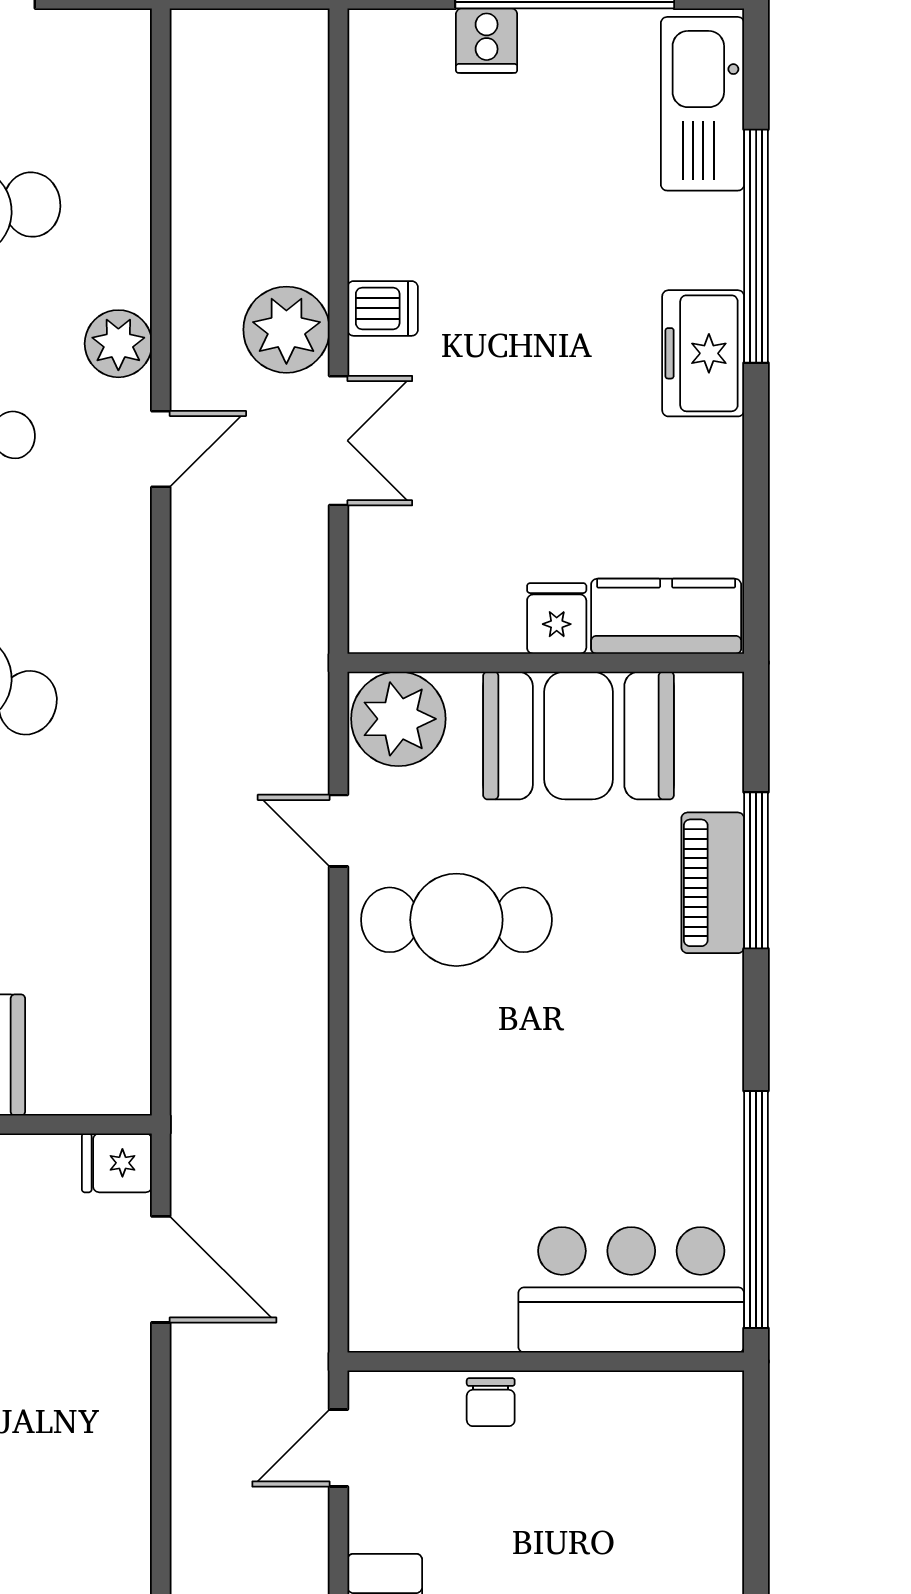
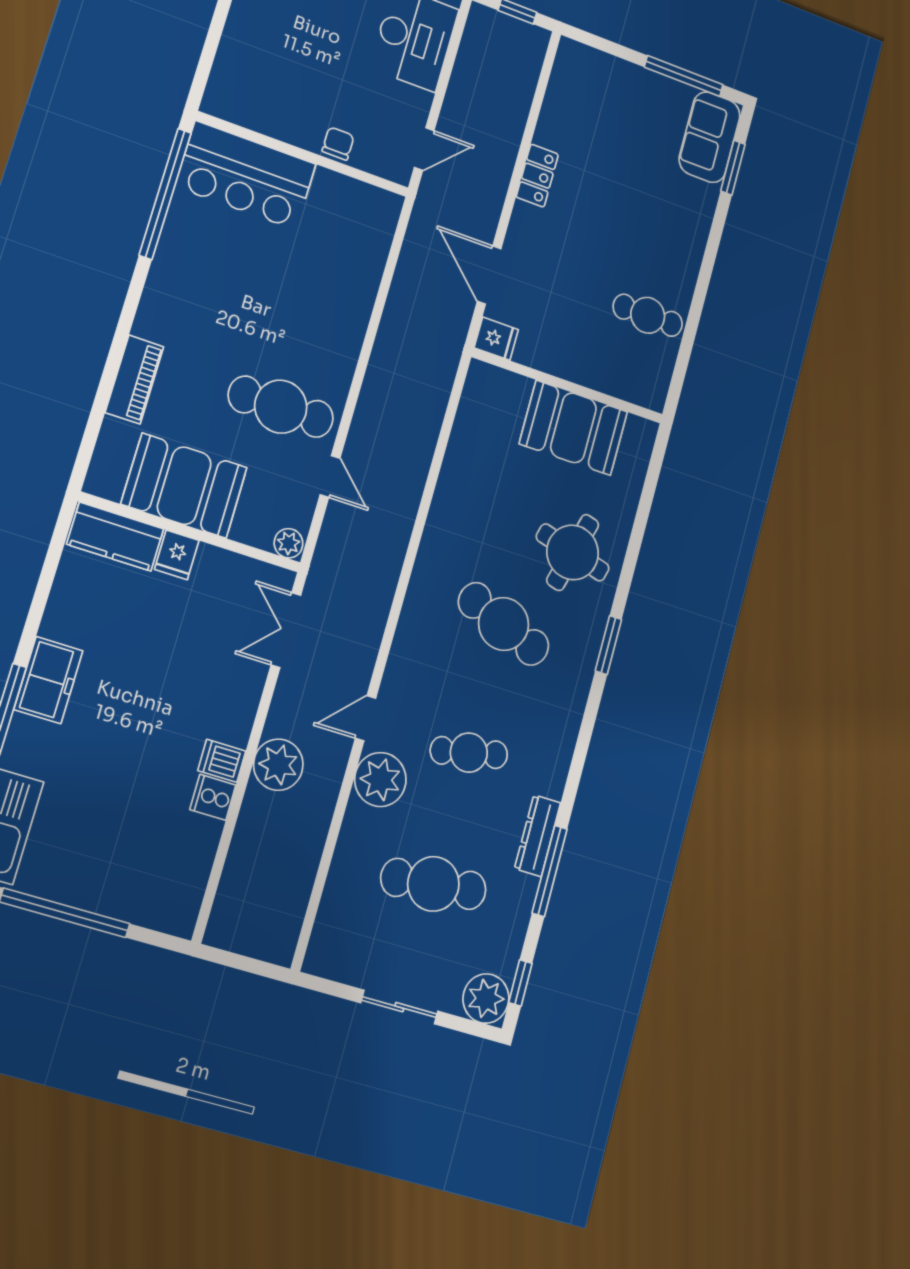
cooker: (487, 41) -> (213, 797), moved, turned -90
plant: (118, 344) -> (380, 780), width x1.36, depth x1.36
double door: (339, 441) -> (286, 630), moved
plant: (398, 719) -> (289, 543), width x0.53, depth x0.53
window: (756, 870) -> (108, 378), removed
locker: (124, 1475) -> (537, 176), added

